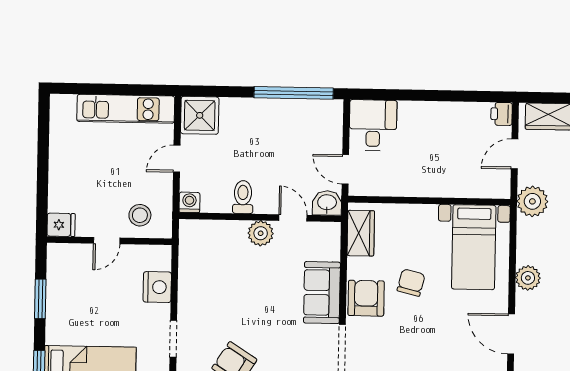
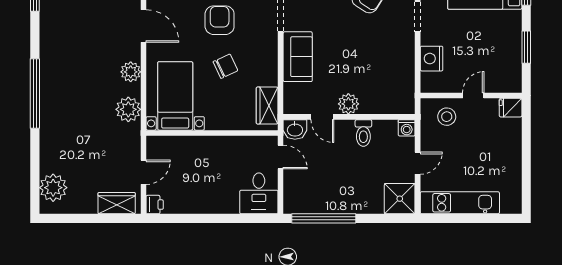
plant: (532, 201) -> (128, 109), moved
chair: (411, 283) -> (225, 66), turned -129
armchair: (366, 298) -> (220, 20), moved, turned 180

